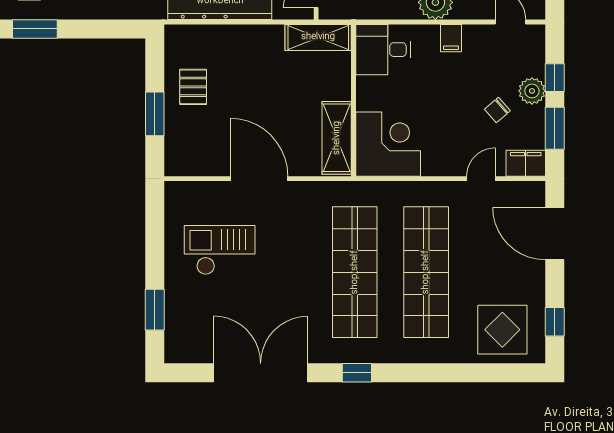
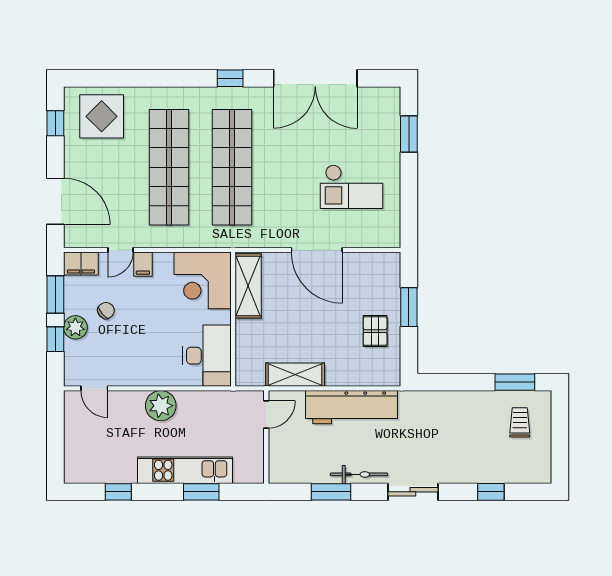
shelving: (318, 37) -> (295, 375), moved
filing cabinet: (451, 38) -> (143, 264), moved, turned 180
desk: (383, 50) -> (207, 356), width x1.37

